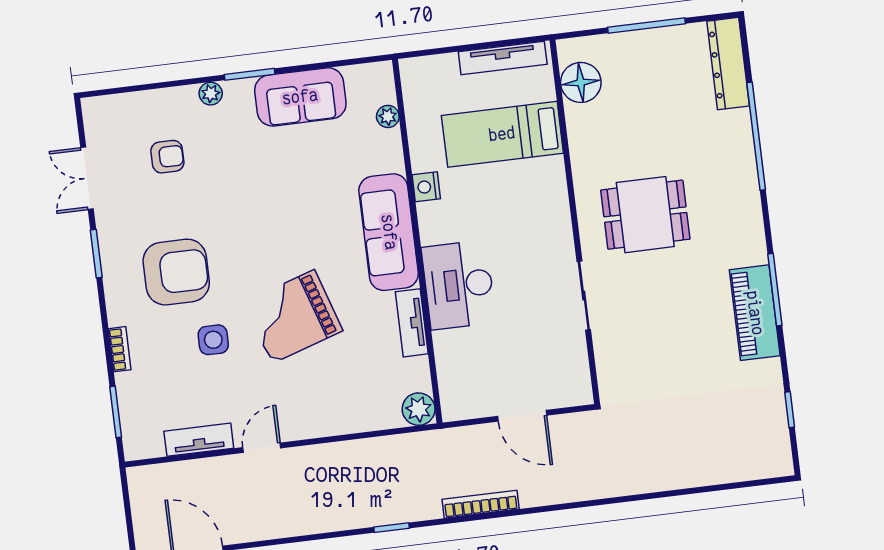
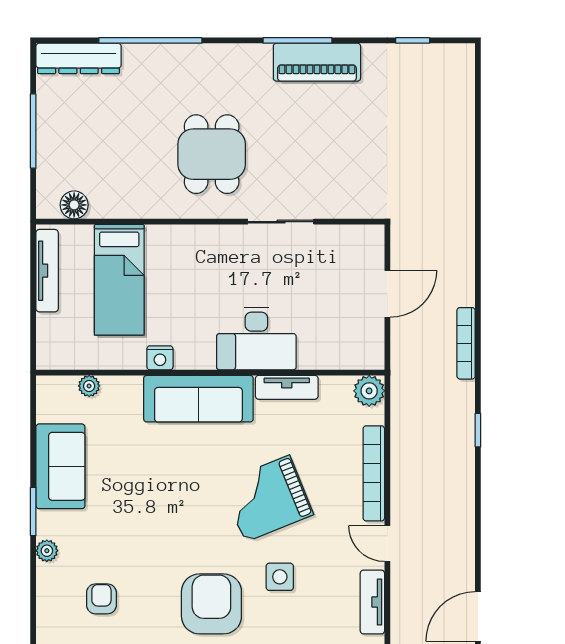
floor lamp: (581, 82) -> (74, 205), width x0.73, depth x0.73
grand piano: (293, 317) -> (267, 499), turned 86
bookcase: (333, 425) -> (374, 473), added

